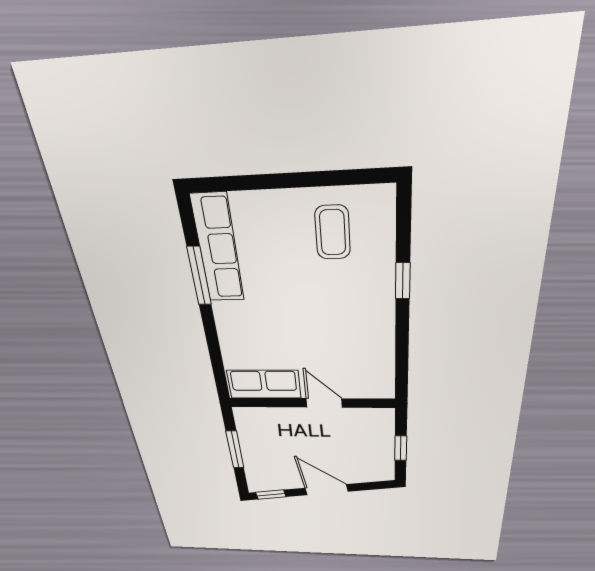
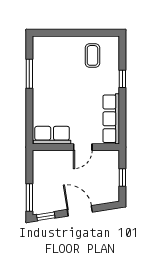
row of seats: (218, 249) -> (111, 119), moved, turned 180
door: (324, 403) -> (83, 147), swing flipped
window: (235, 449) -> (29, 197), moved

